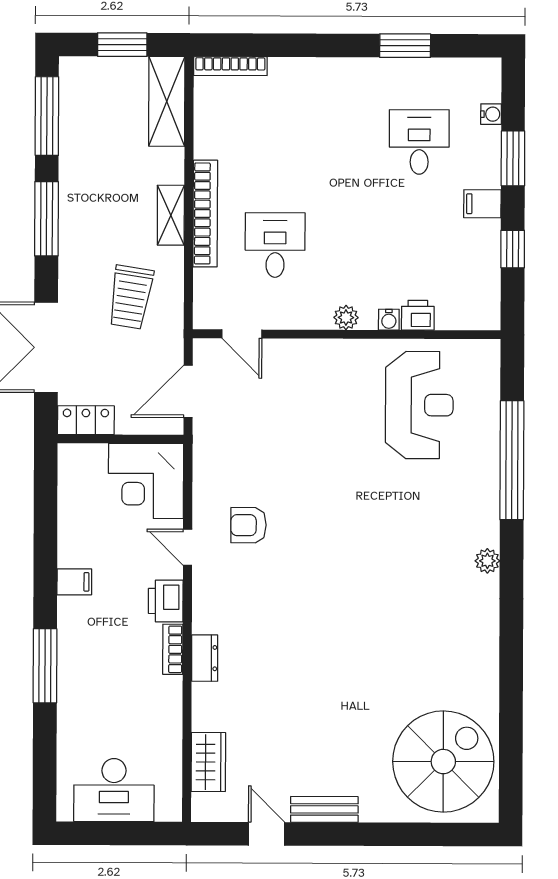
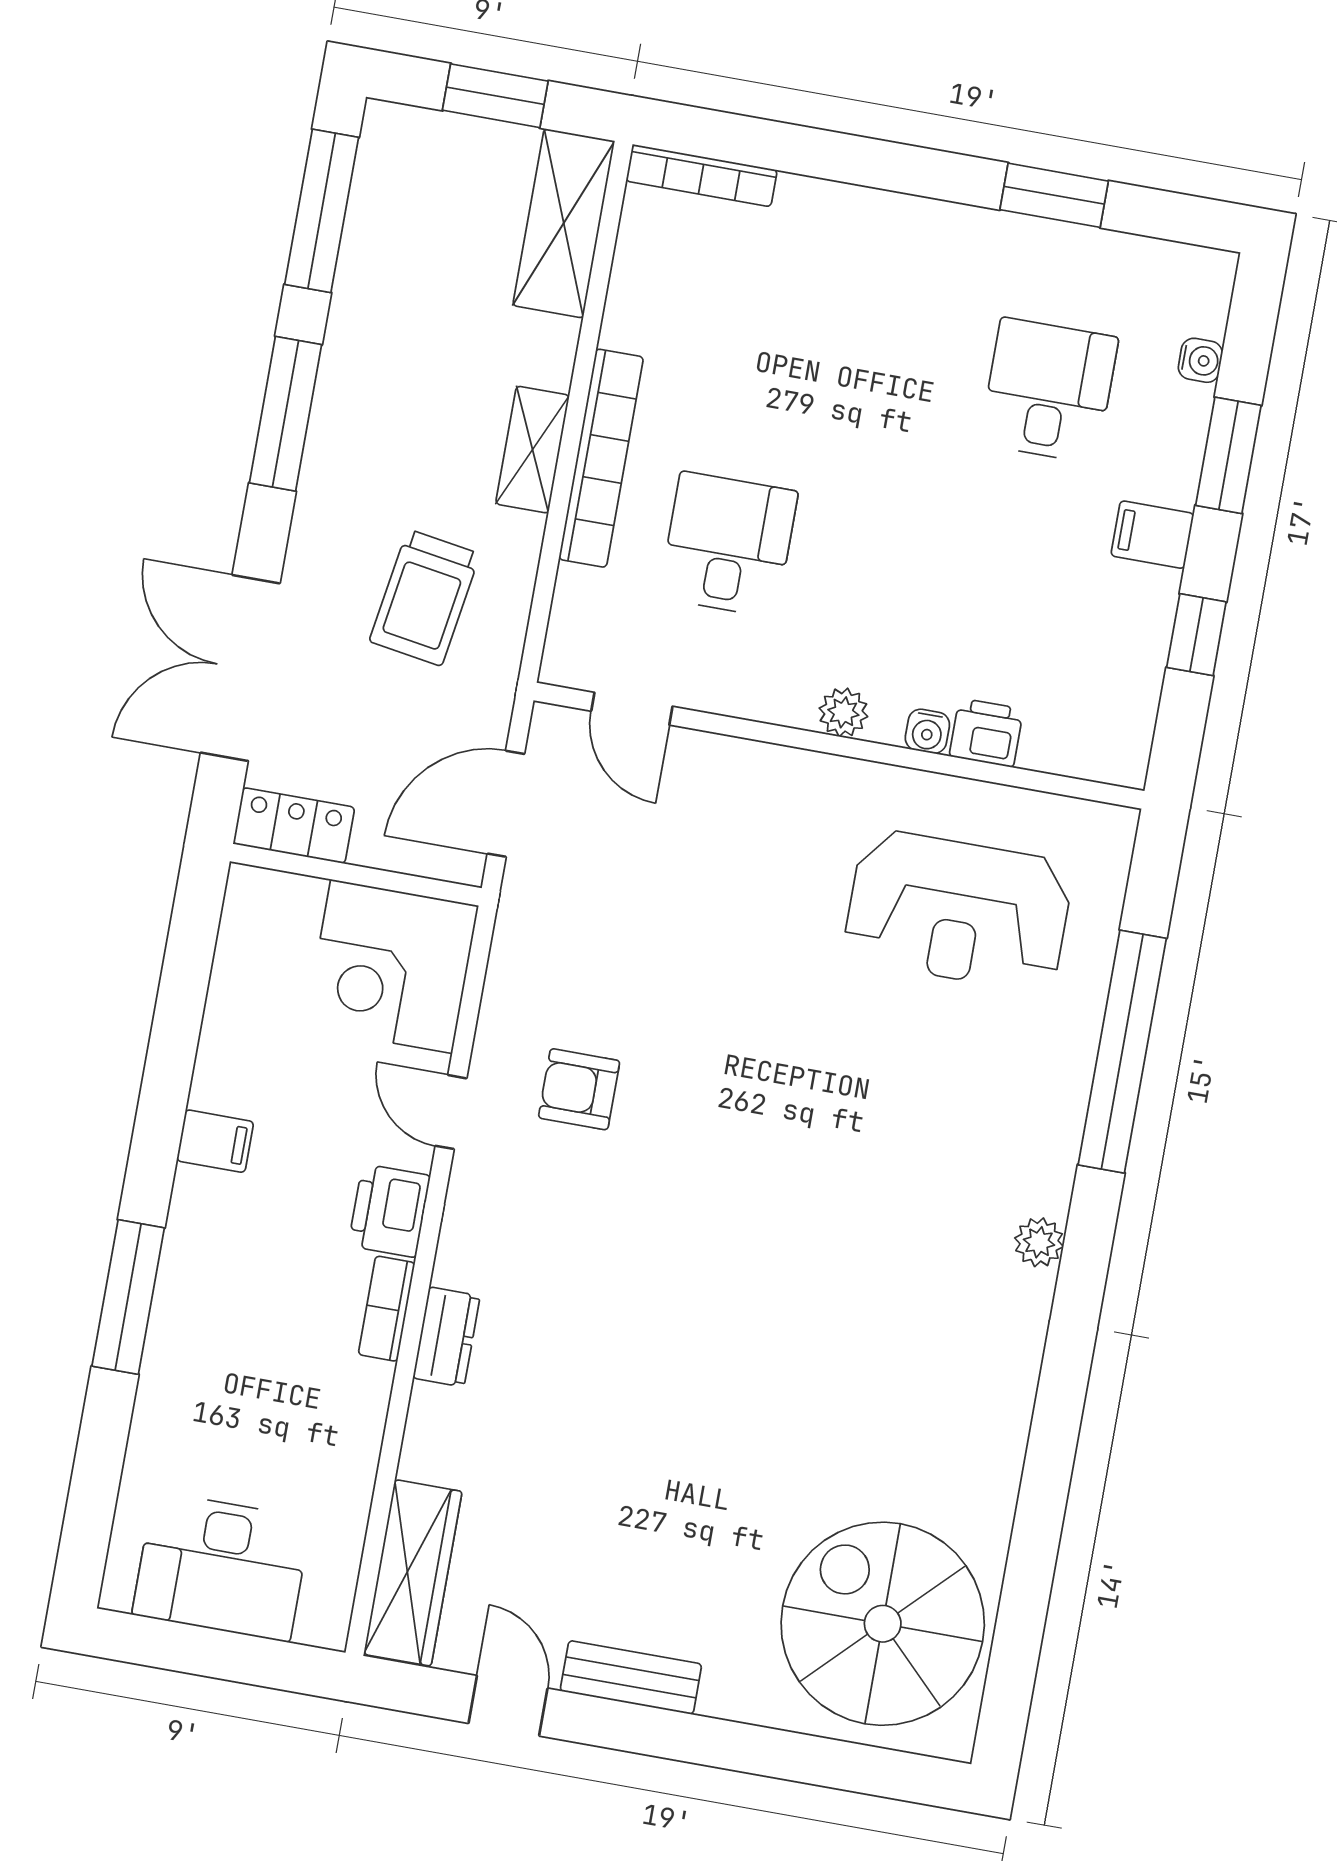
reception desk: (419, 405) -> (958, 911), turned 90
wardrobe: (208, 762) -> (413, 1573), width x1.50
spiral stairs: (443, 762) -> (883, 1624), turned -90

